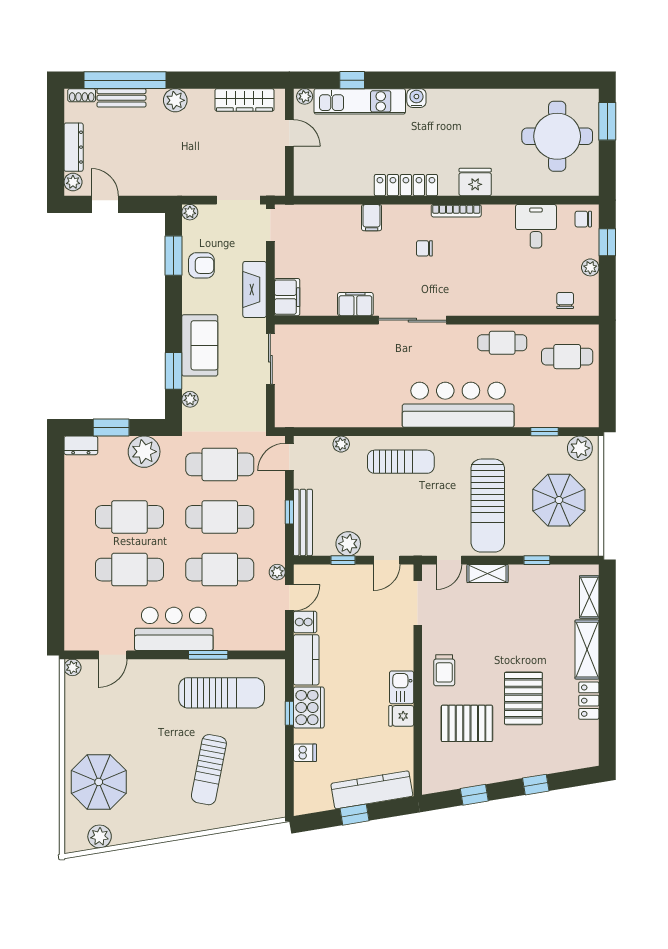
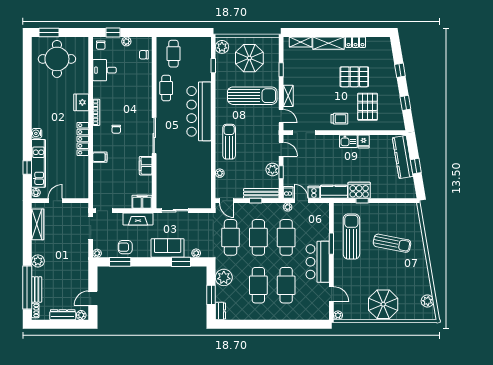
armchair: (201, 265) -> (125, 247), turned -90
dishwasher: (305, 753) -> (288, 192), moved
parasol: (99, 782) -> (383, 304), moved

